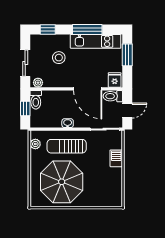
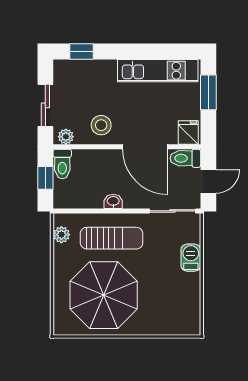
window: (87, 29) -> (145, 52), removed
stool: (59, 58) -> (101, 125), moved
sun lounger: (67, 146) -> (112, 238), turned 180

